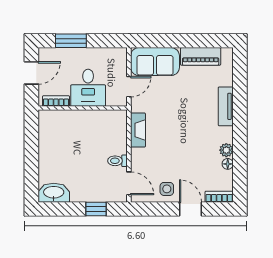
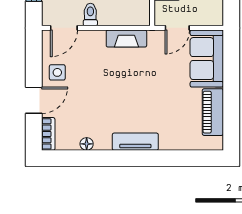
door: (129, 87) -> (177, 28), hinge flipped
tv unit: (226, 106) -> (135, 142), moved
plant: (226, 150) -> (103, 142), removed

